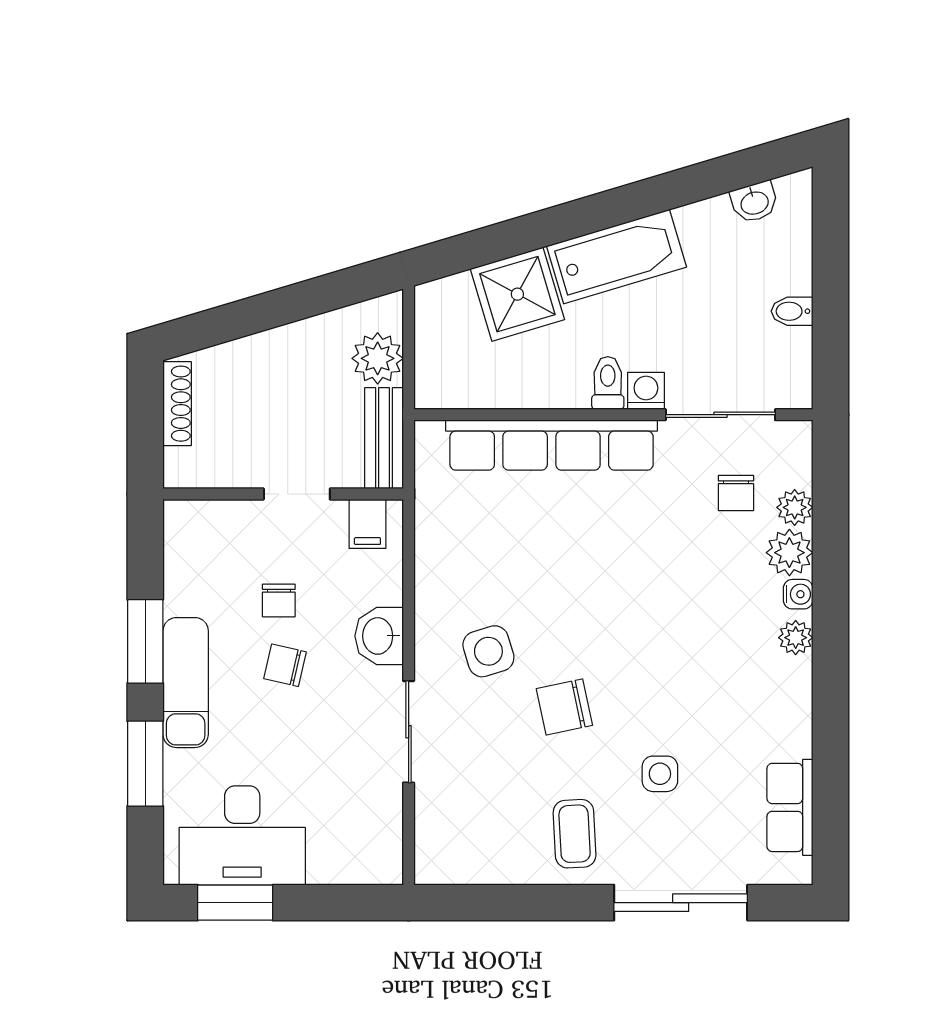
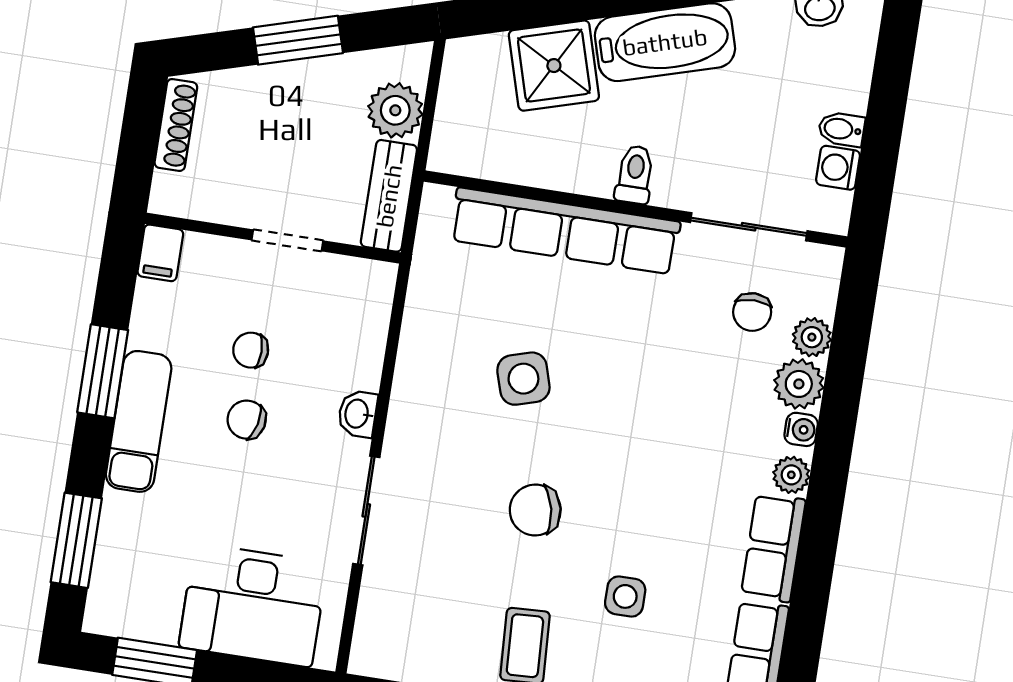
window: (278, 308) -> (298, 40), added
washing machine: (646, 391) -> (838, 168), moved, turned -90
filing cabinet: (367, 524) -> (160, 253), moved
chair: (279, 601) -> (251, 350), turned 90
washbasin: (379, 636) -> (358, 414), width x0.72, depth x0.69
side table: (488, 651) -> (523, 379), moved
row of seats: (789, 707) -> (773, 547), added
window: (145, 764) -> (76, 540), moved
desk: (242, 835) -> (253, 605), moved

